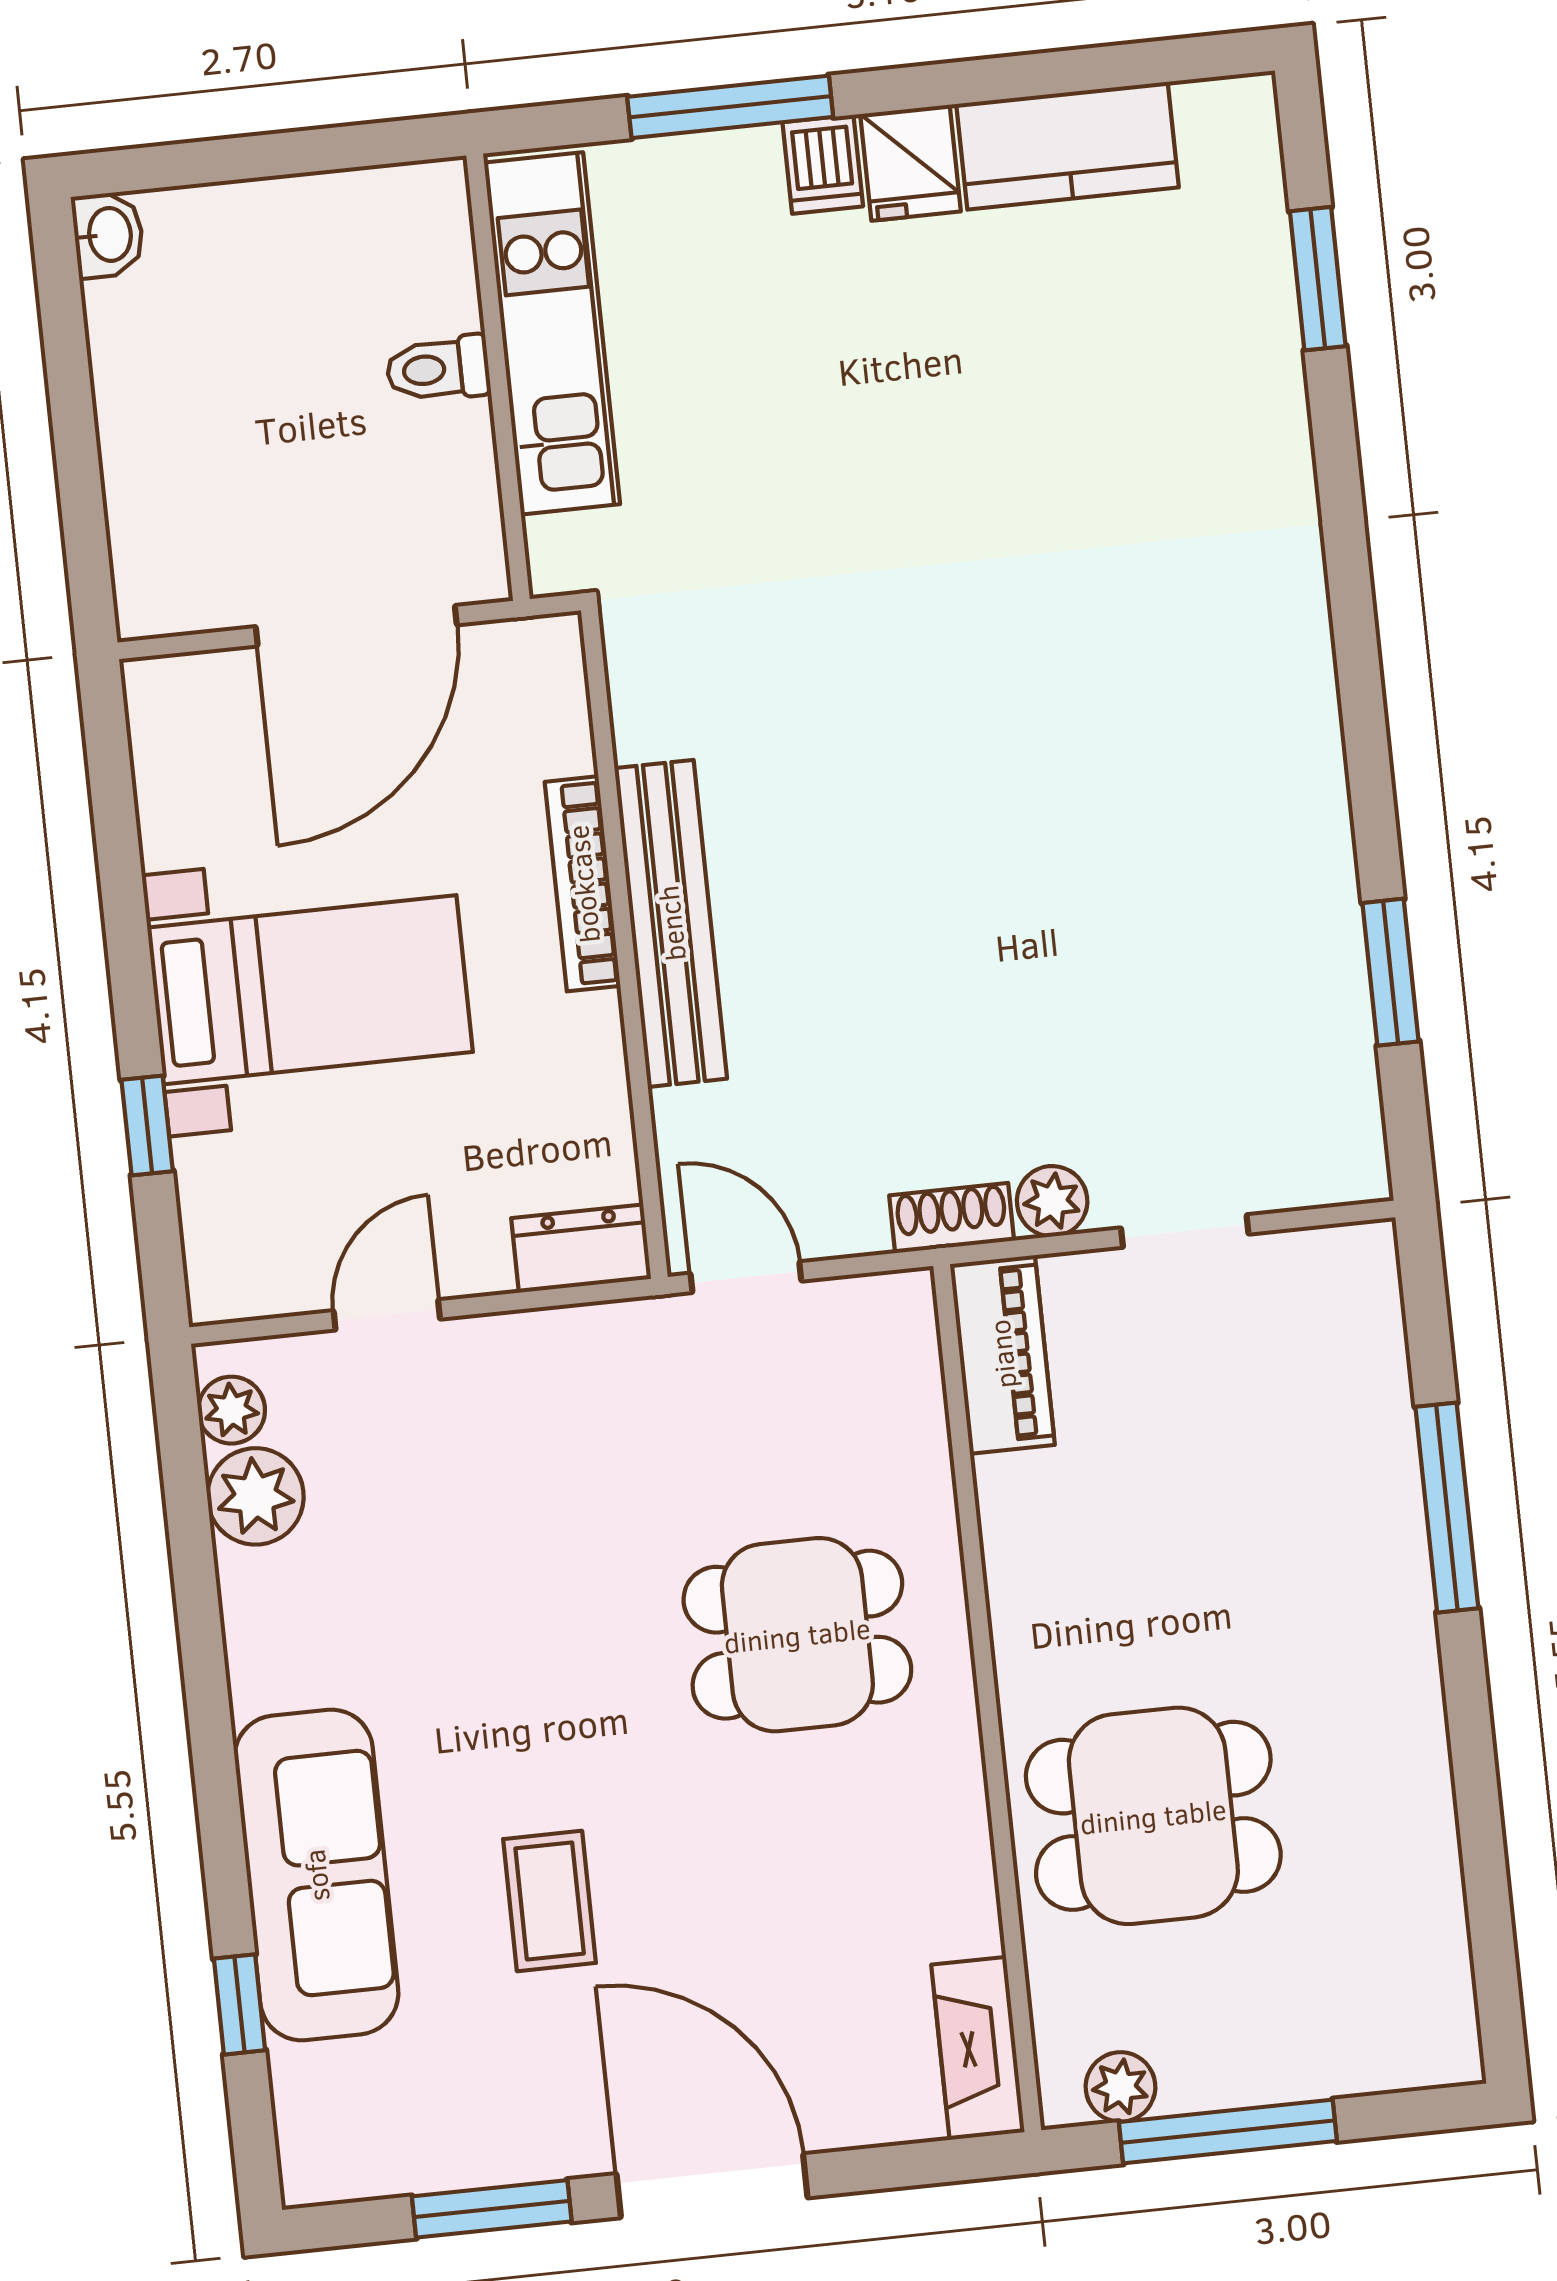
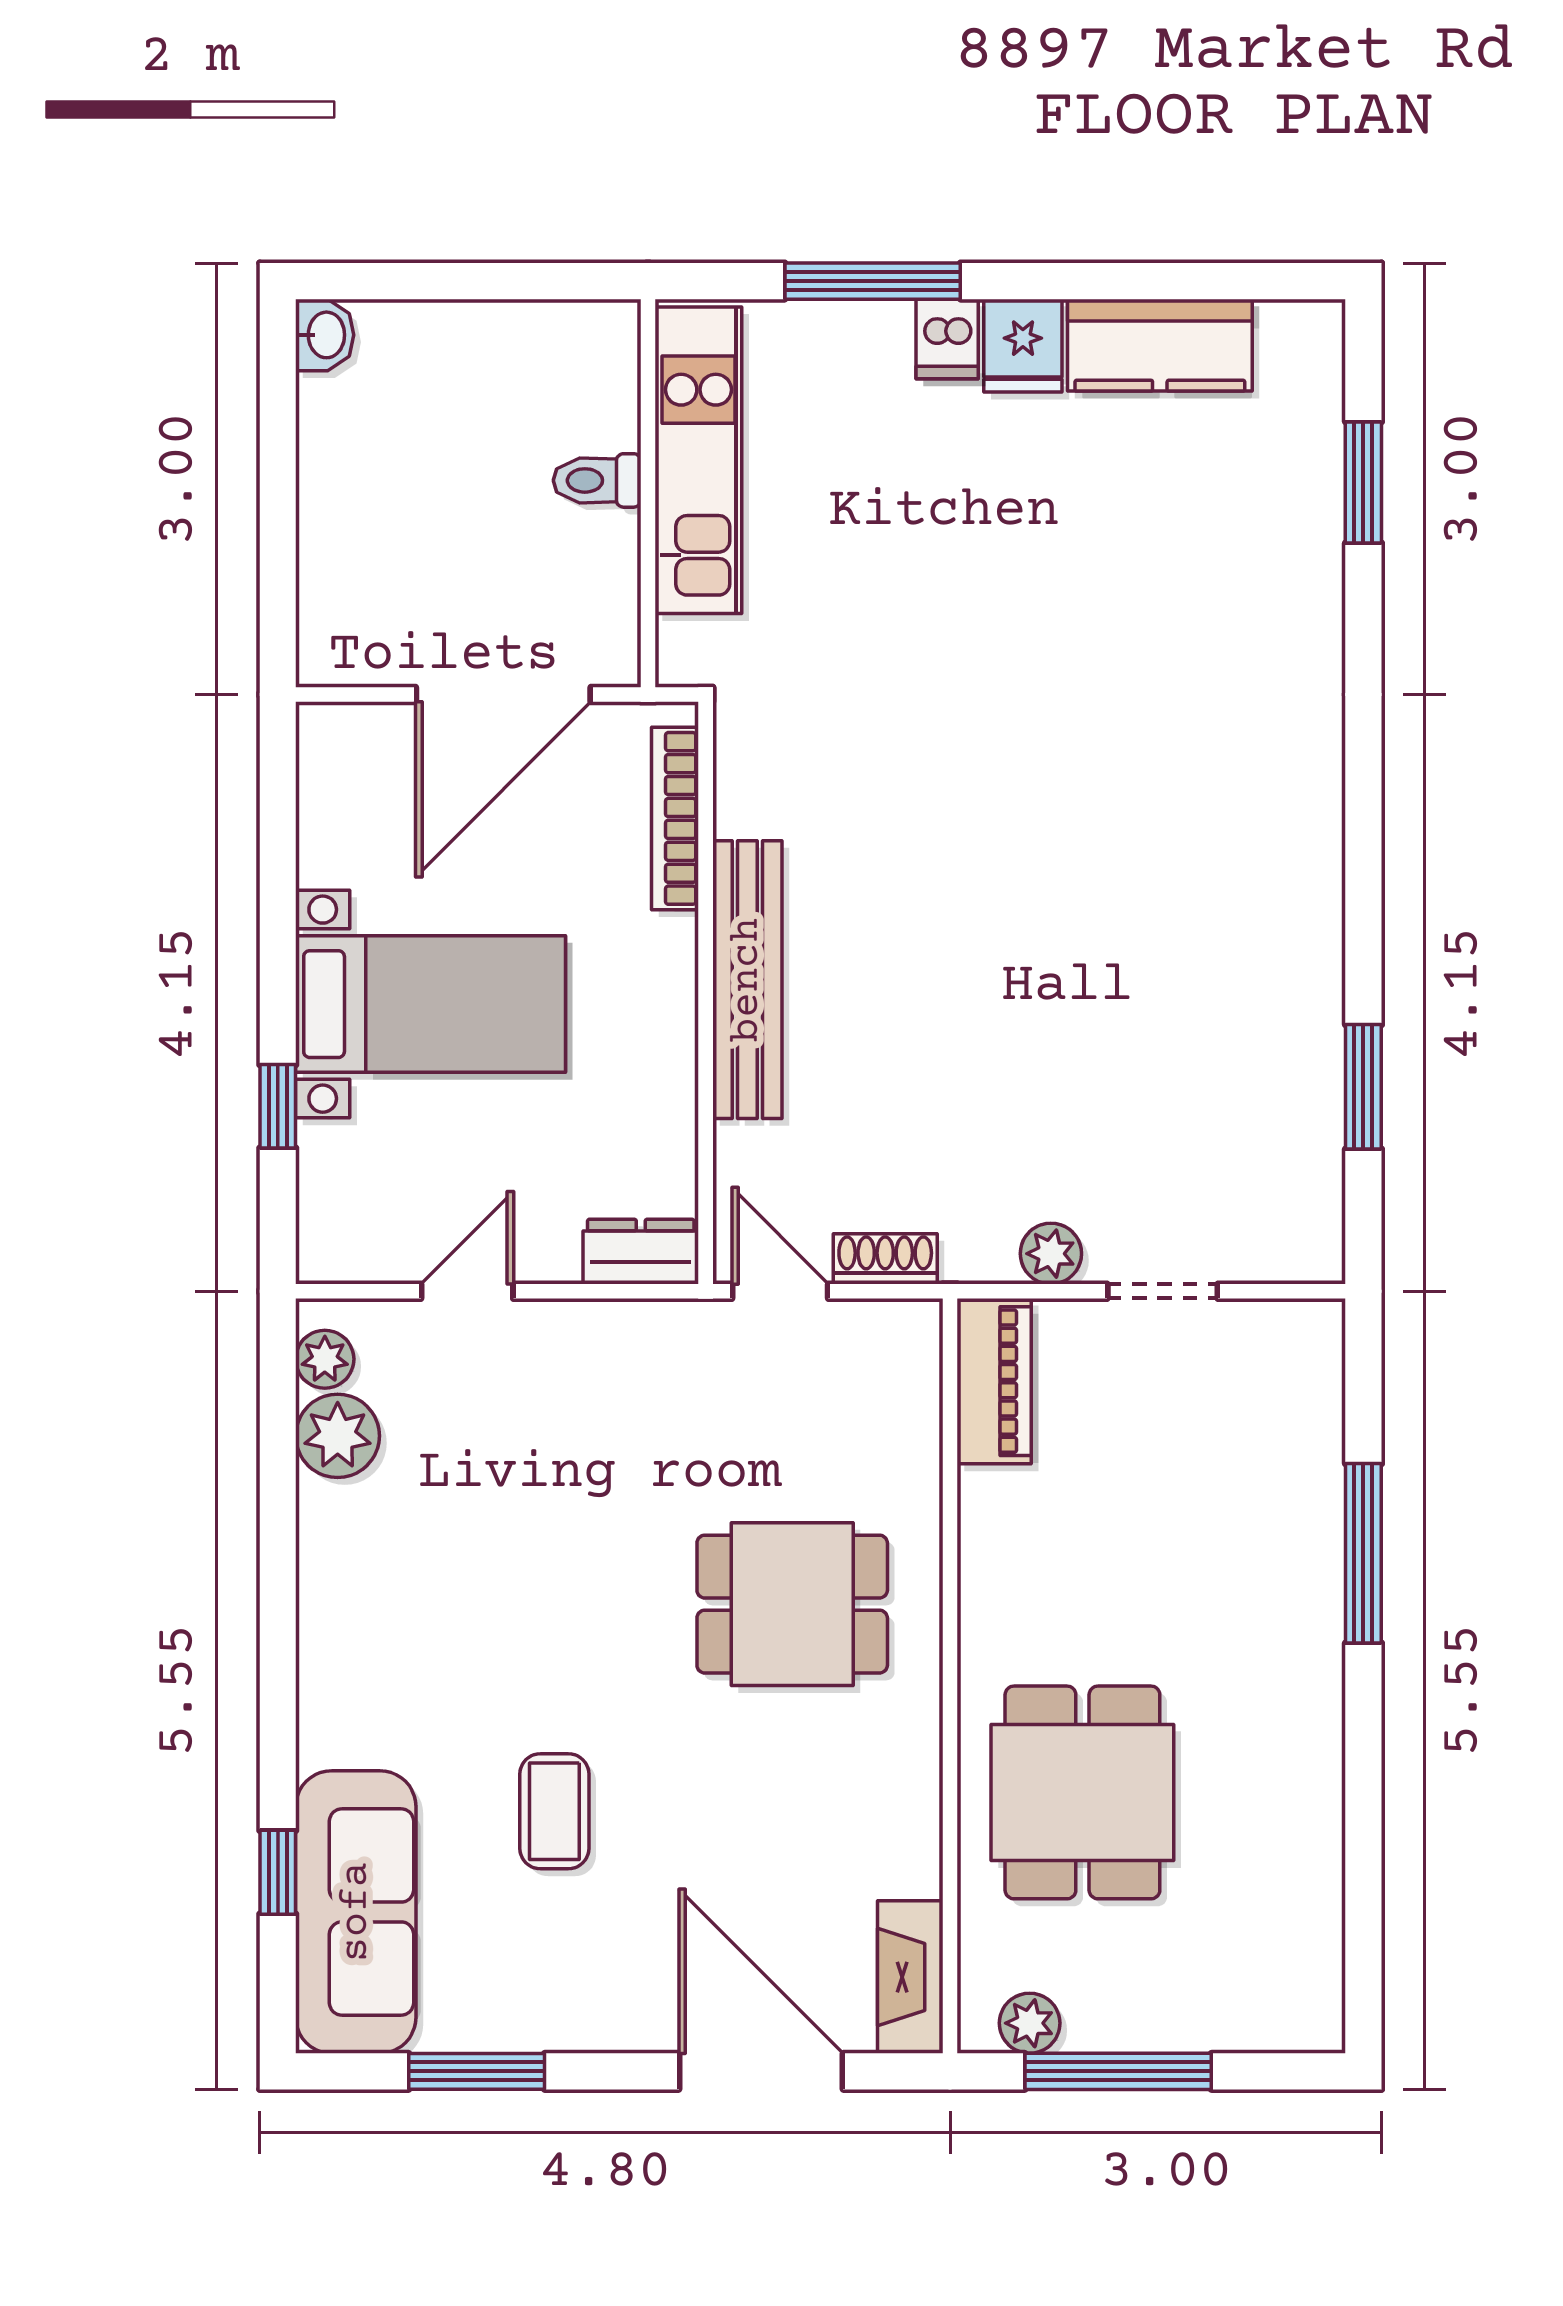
bookcase: (583, 884) -> (675, 818), moved
shoe rack: (952, 1218) -> (885, 1259), moved
dining table: (1153, 1816) -> (1082, 1792), turned 90
sofa: (316, 1875) -> (356, 1912), moved
door: (712, 2186) -> (761, 2071), moved

